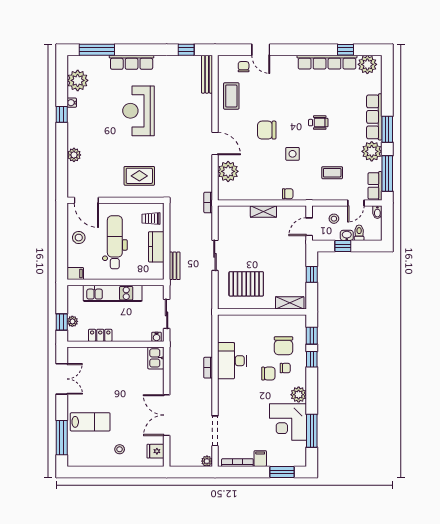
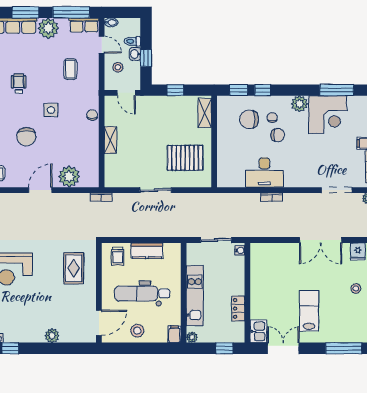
bench: (175, 266) -> (166, 232), removed
pallet: (246, 284) -> (185, 158), turned 90
plant: (72, 321) -> (192, 337), moved
chair: (283, 346) -> (249, 119), turned 180
kitchen sink: (156, 358) -> (258, 331), moved, turned -90
chair: (268, 374) -> (278, 135), turned 90
lab bench: (90, 422) -> (309, 311), moved

